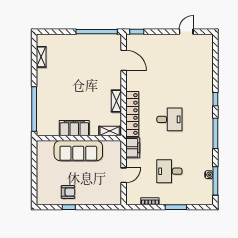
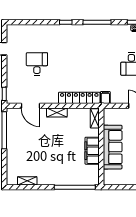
door: (124, 60) -> (30, 106), swing flipped
shelving: (116, 101) -> (57, 112), moved
desk: (169, 119) -> (37, 64), moved
filing cabinet: (133, 148) -> (105, 97), width x0.50

